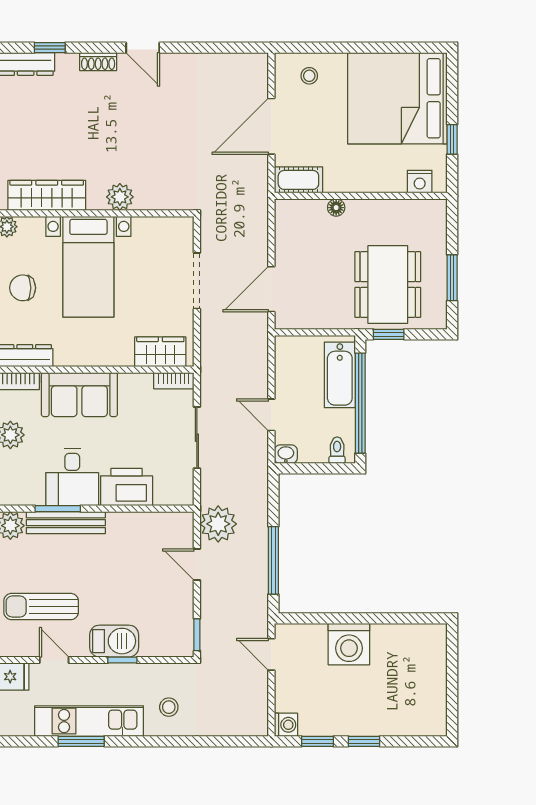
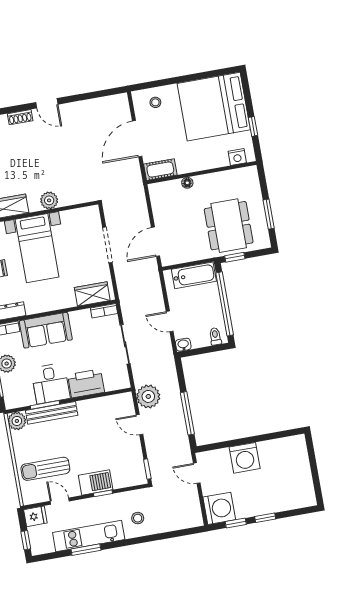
bathtub: (340, 375) -> (194, 275), moved, turned -90
washing machine: (286, 725) -> (219, 508), width x1.89, depth x1.89

